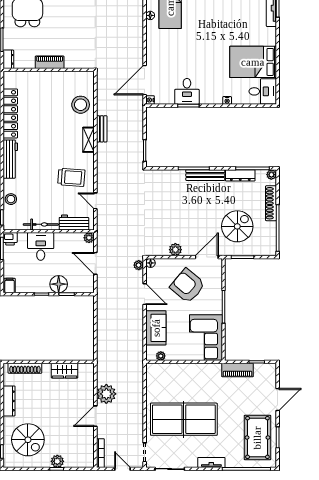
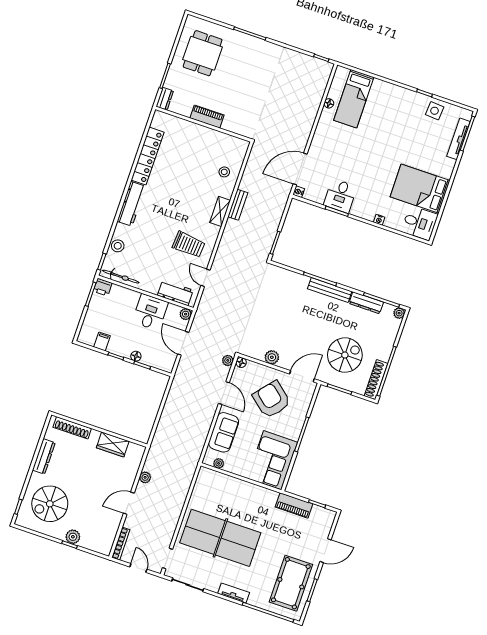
stool: (81, 105) -> (224, 172), width x0.53, depth x0.53
shoe rack: (271, 203) -> (376, 380), moved
bicycle: (41, 224) -> (121, 277), moved
desk: (41, 246) -> (150, 312), moved
floor lamp: (59, 284) -> (136, 356), width x0.53, depth x0.53
filing cabinet: (10, 286) -> (102, 341), moved
plant: (106, 394) -> (145, 477), width x0.53, depth x0.53
spiral stairs: (28, 440) -> (50, 504), turned 90

